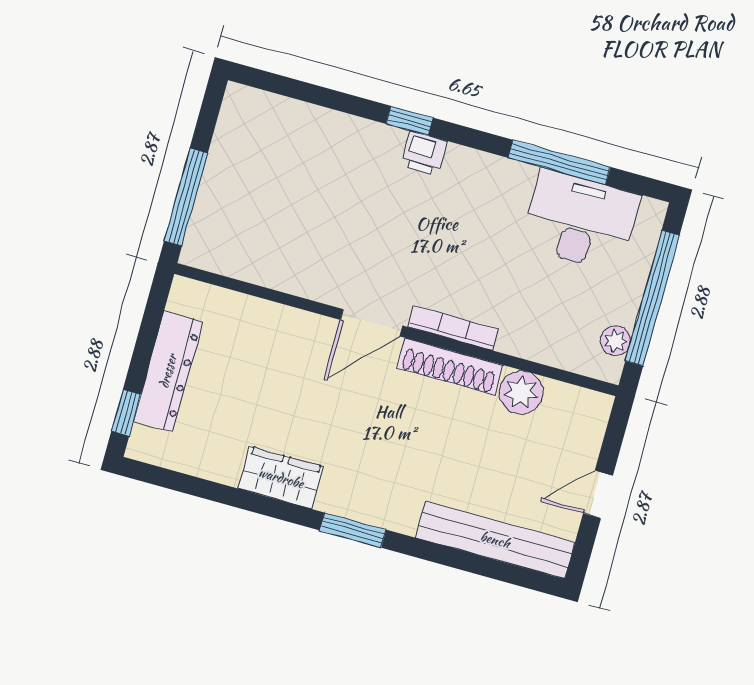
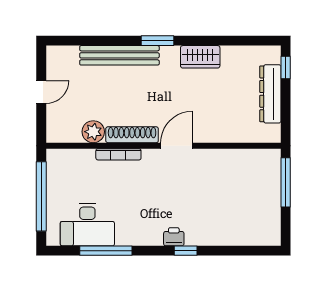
bookcase: (453, 328) -> (118, 154), moved
plant: (615, 341) -> (54, 170), removed
bench: (495, 540) -> (119, 55), moved

